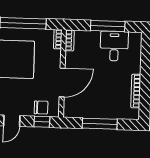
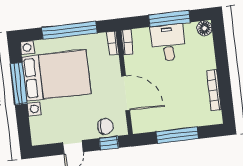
floor lamp: (136, 38) -> (204, 28), added
desk: (114, 46) -> (168, 43), moved
door: (62, 83) -> (126, 93), hinge flipped

